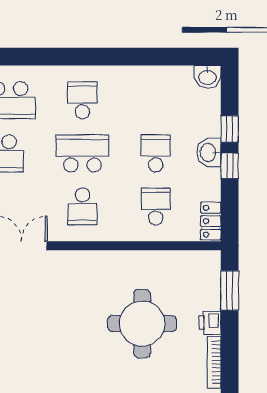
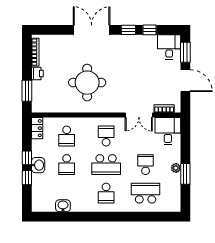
washbasin: (207, 77) -> (63, 206), moved
round table: (142, 324) -> (87, 83), moved

